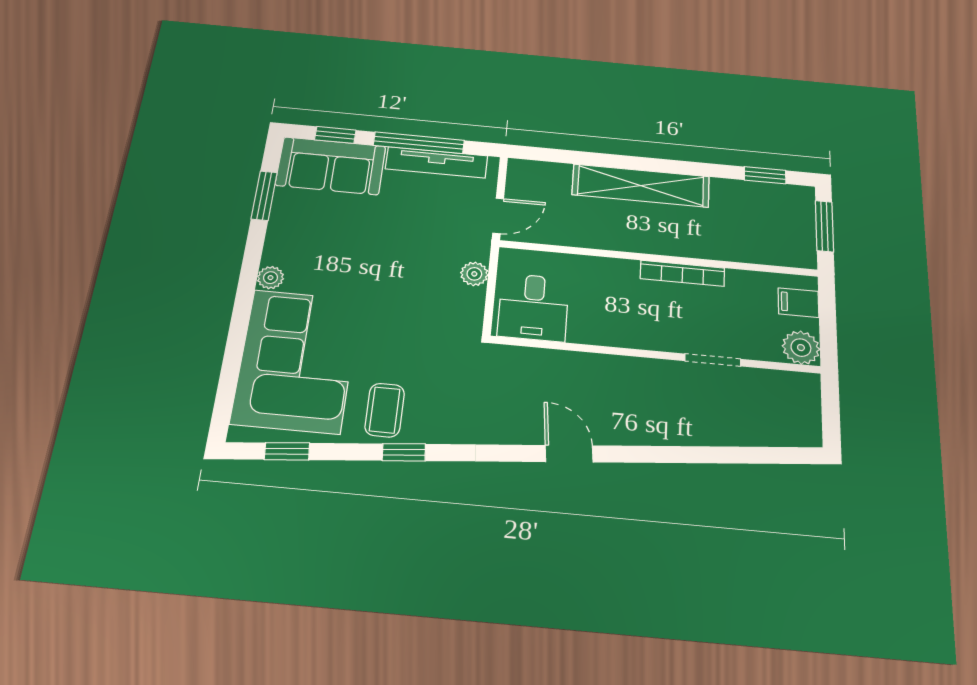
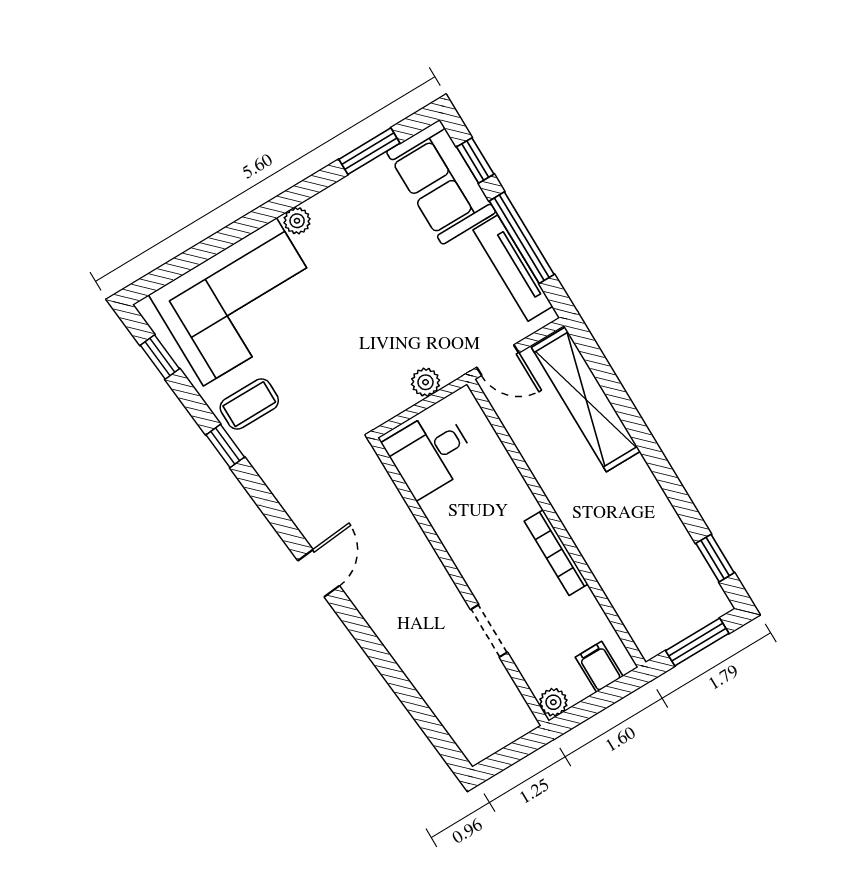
shelving: (641, 186) -> (586, 399), moved
plant: (801, 348) -> (553, 702), width x0.73, depth x0.73

